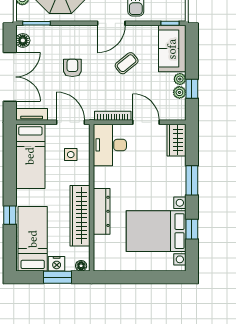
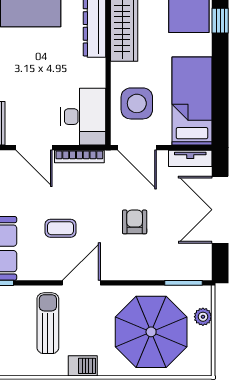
floor lamp: (23, 40) -> (202, 259), removed
coffee table: (127, 63) -> (61, 228), turned 39
armchair: (72, 68) -> (135, 222), turned 180
side table: (71, 155) -> (137, 103), width x1.87, depth x1.87

